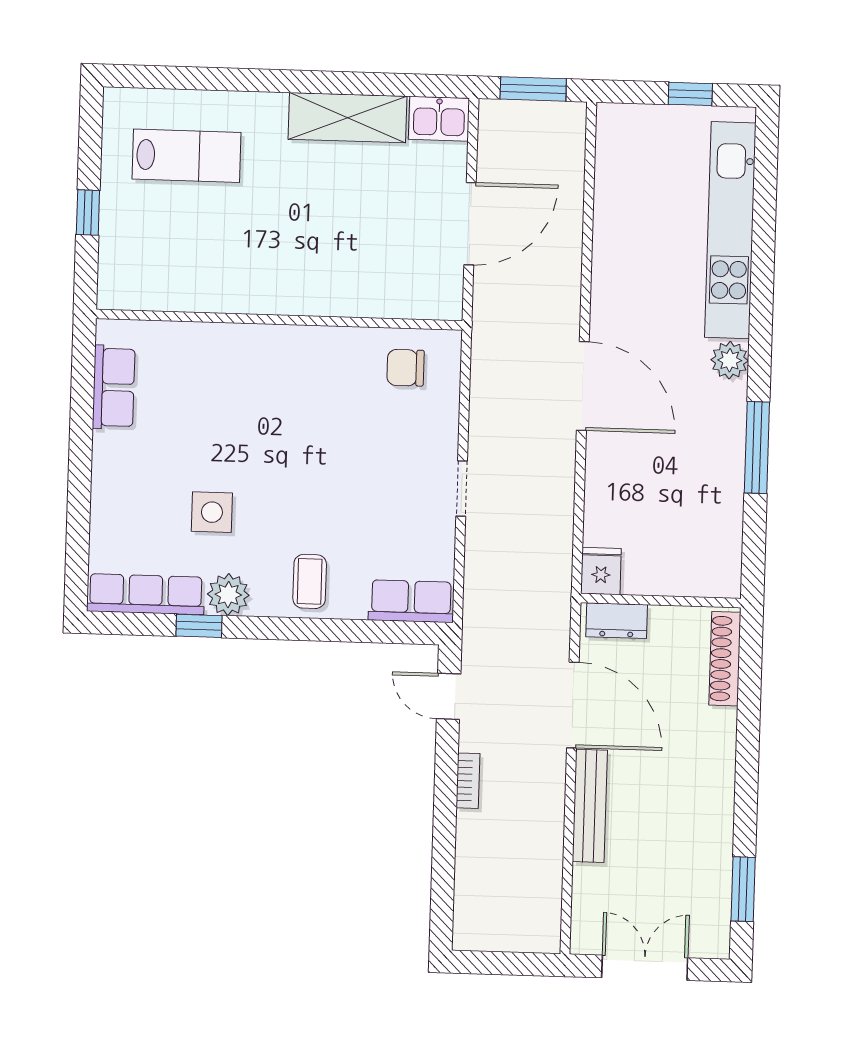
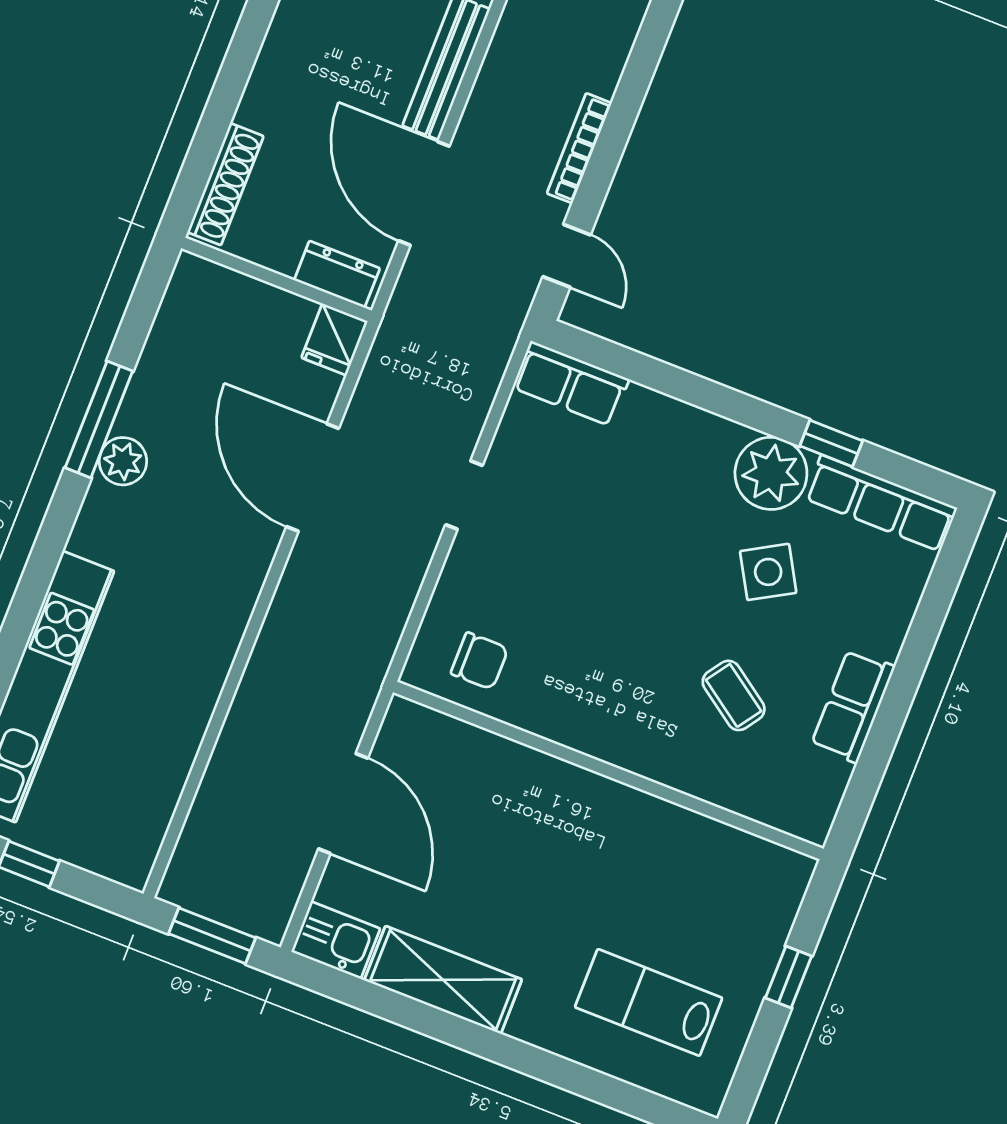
door: (470, 224) -> (343, 804), swing flipped
plant: (730, 360) -> (123, 461), moved
door: (583, 386) -> (313, 478), moved
row of seats: (114, 387) -> (853, 706), moved
side table: (212, 512) -> (768, 572), turned -30
coffee table: (310, 581) -> (734, 695), moved, turned -55
plant: (228, 595) -> (771, 473), width x1.36, depth x1.36
bookcase: (468, 781) -> (579, 148), width x1.56

